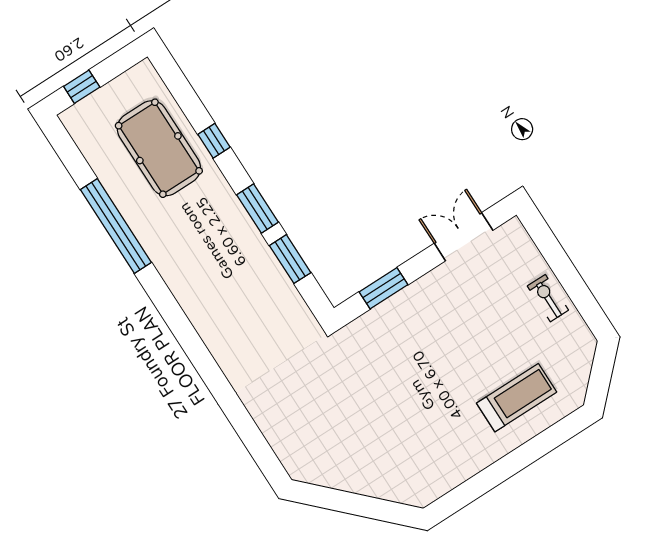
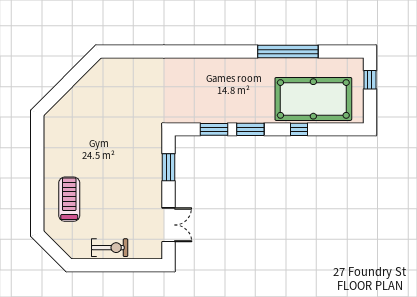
pool table: (159, 148) -> (313, 99), width x1.36, depth x1.32
exercise bike: (548, 298) -> (110, 248), width x1.38, depth x1.39
treadmill: (517, 398) -> (69, 199), turned 180

